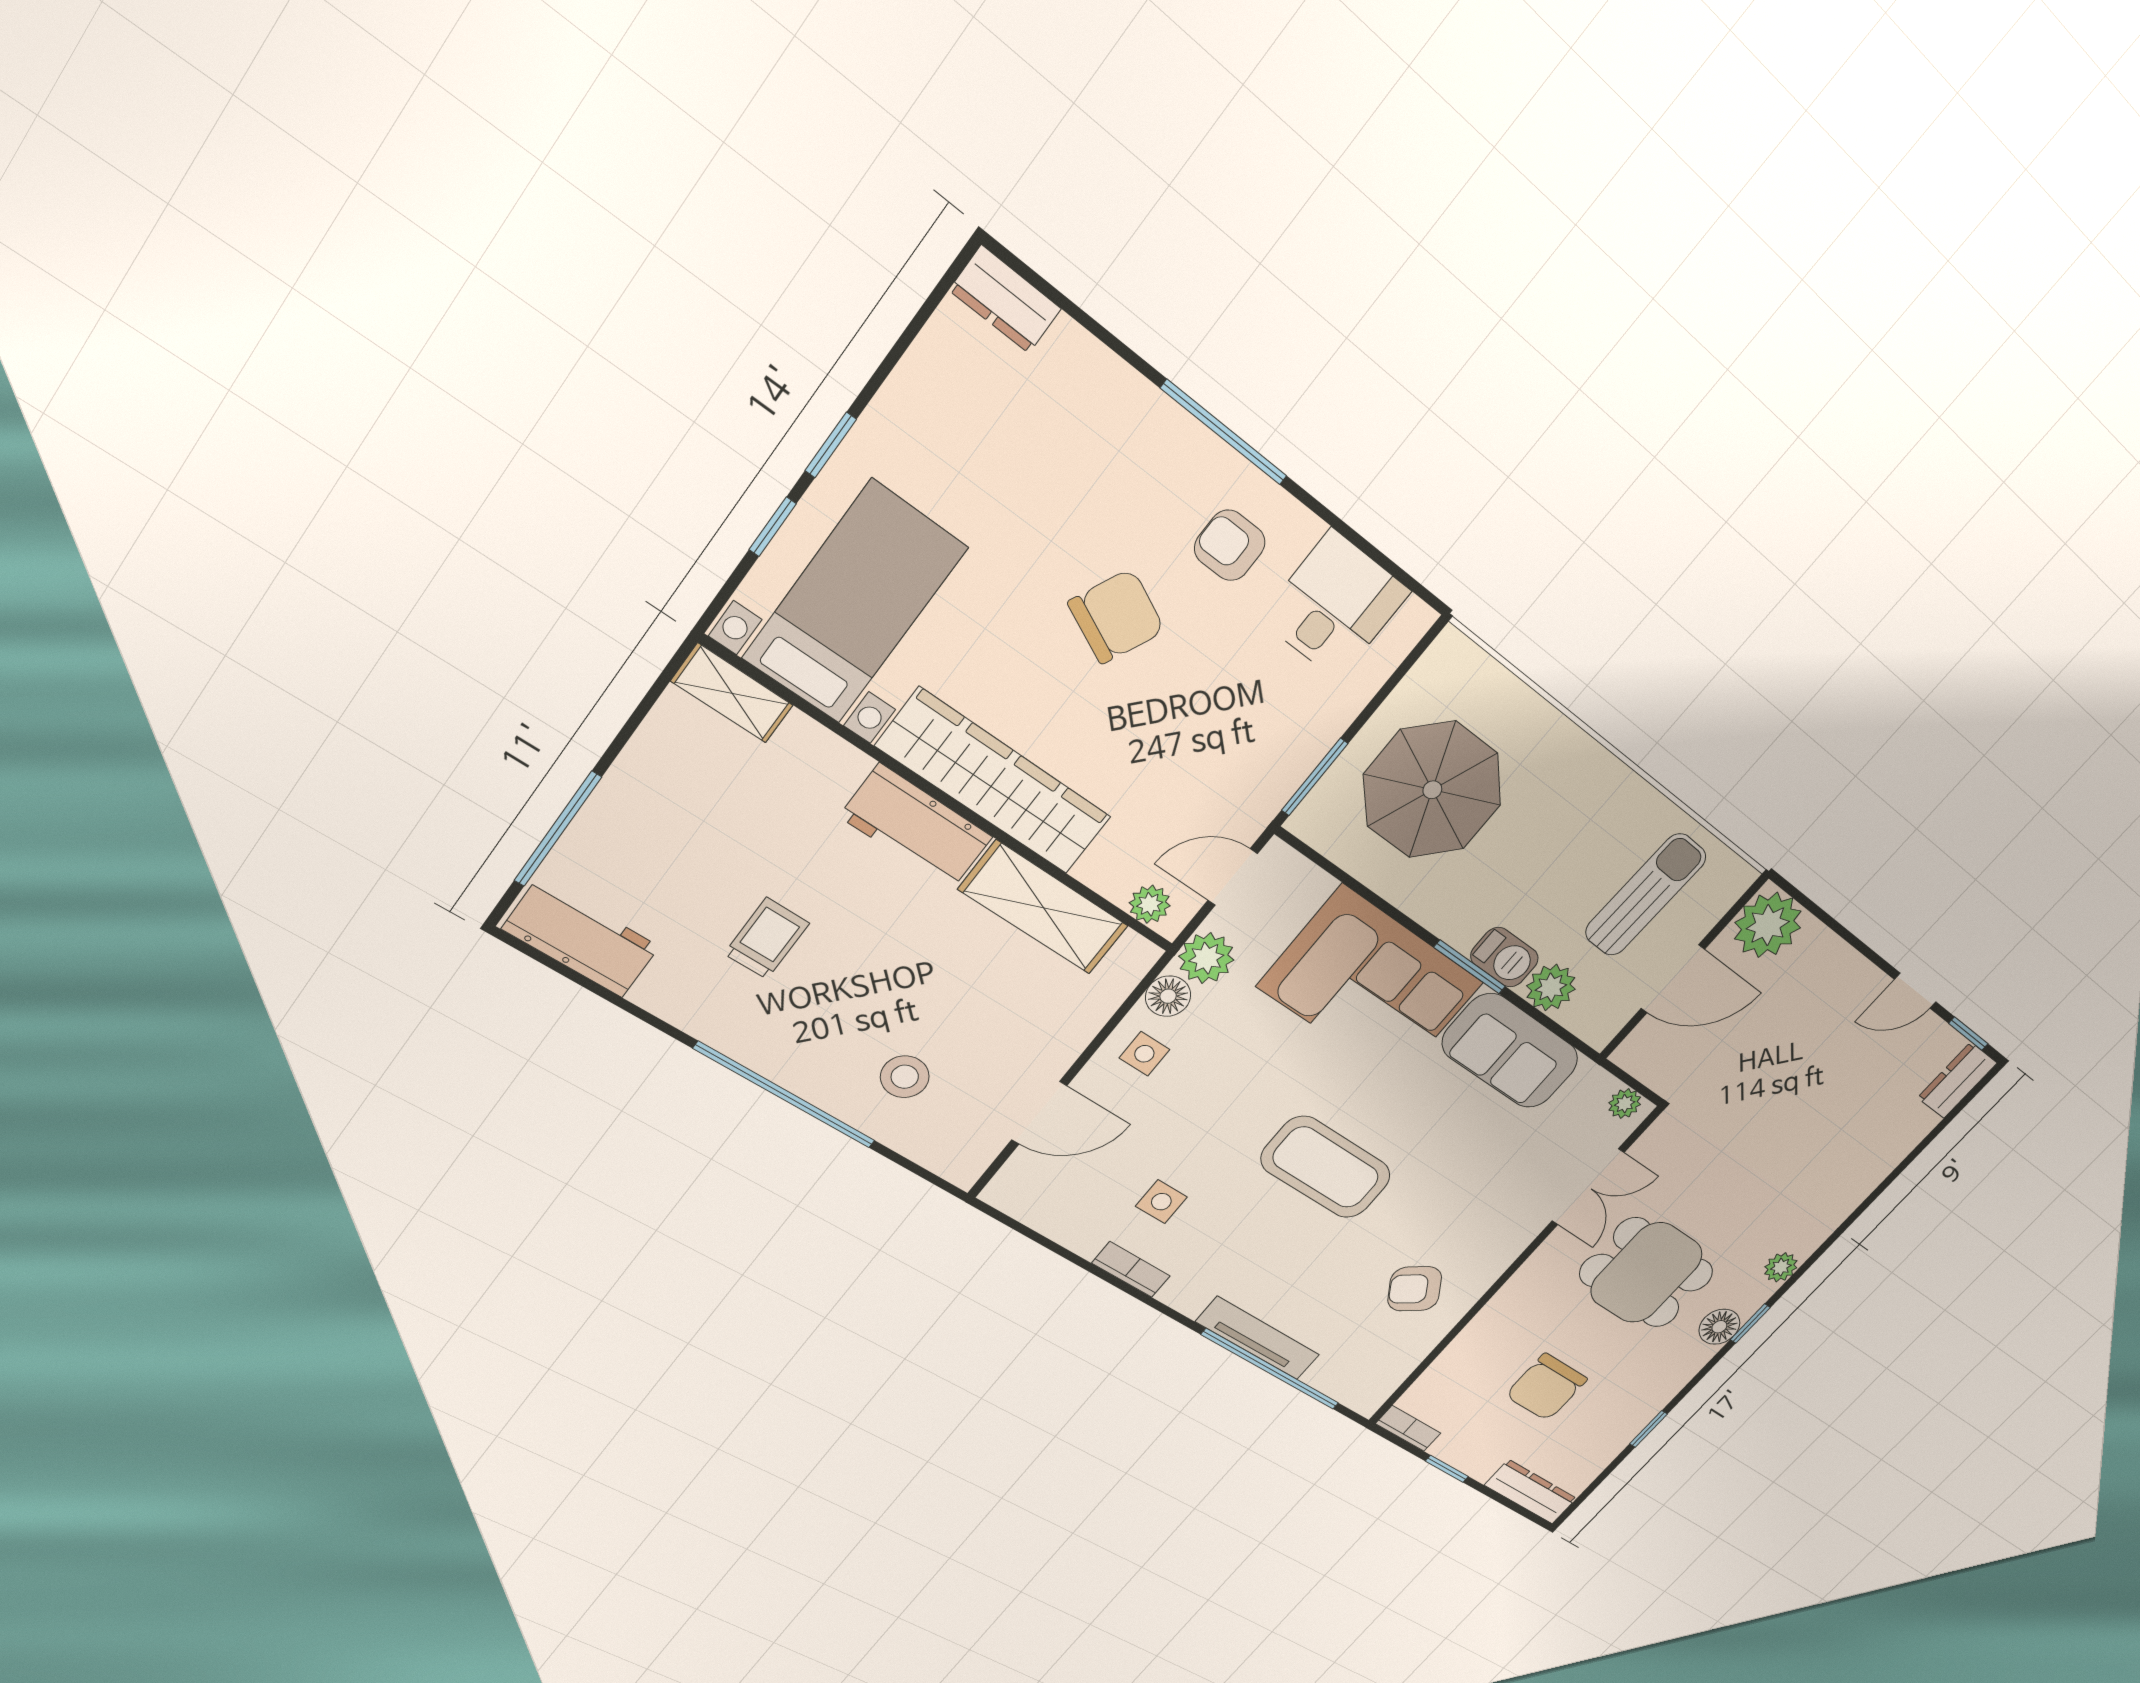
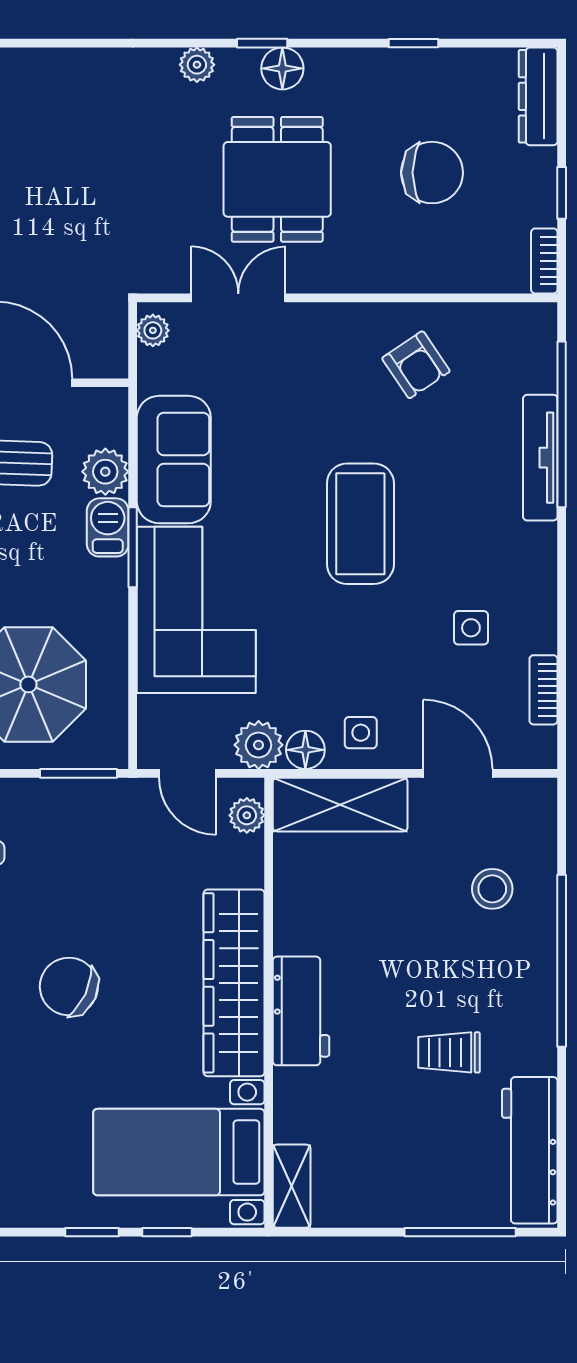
shelving: (1044, 908) -> (340, 805), moved, turned 90
workbench: (581, 938) -> (530, 1150), width x1.38
bookcase: (1131, 1270) -> (543, 690), moved

